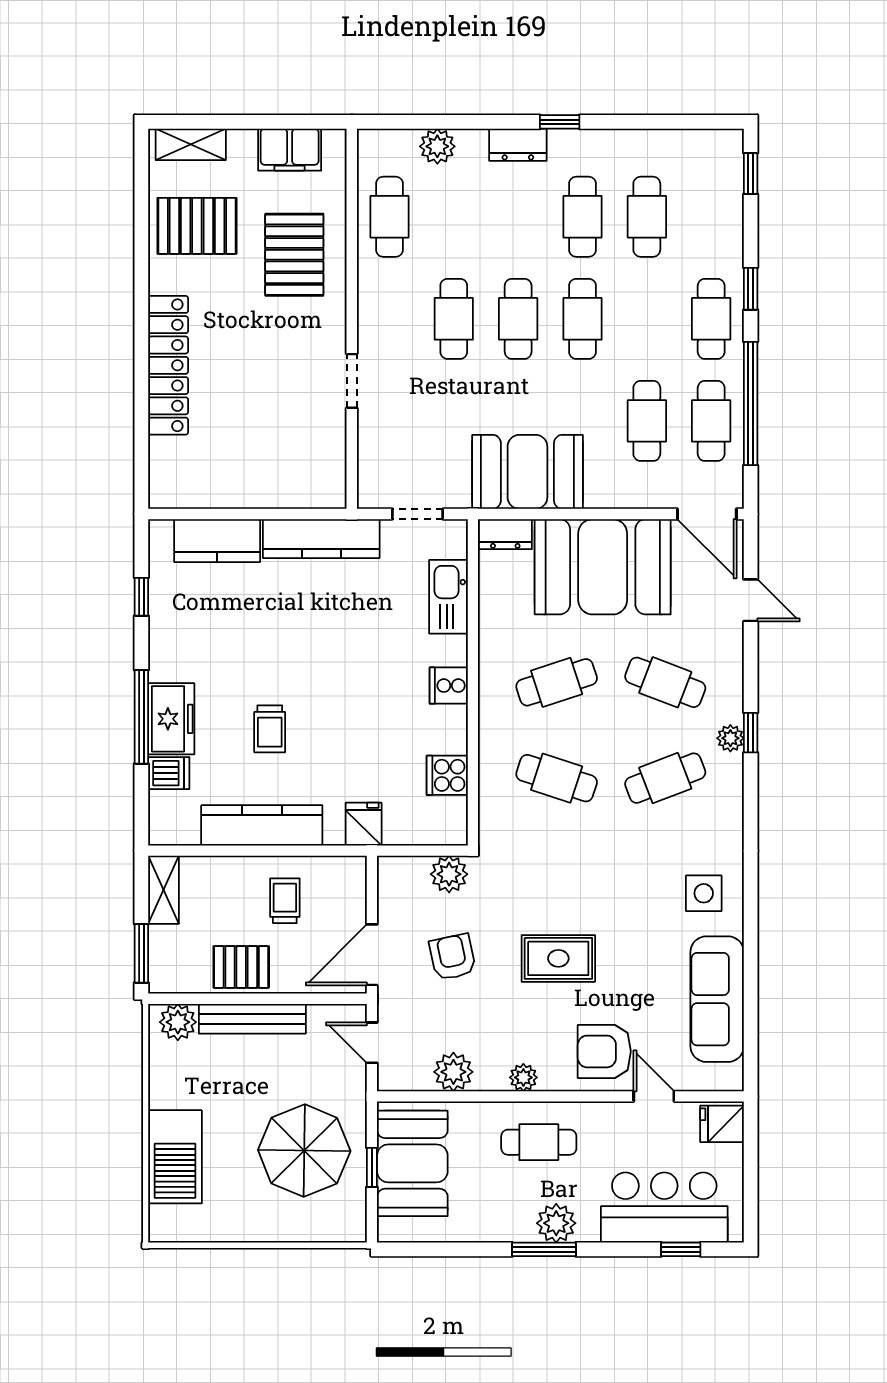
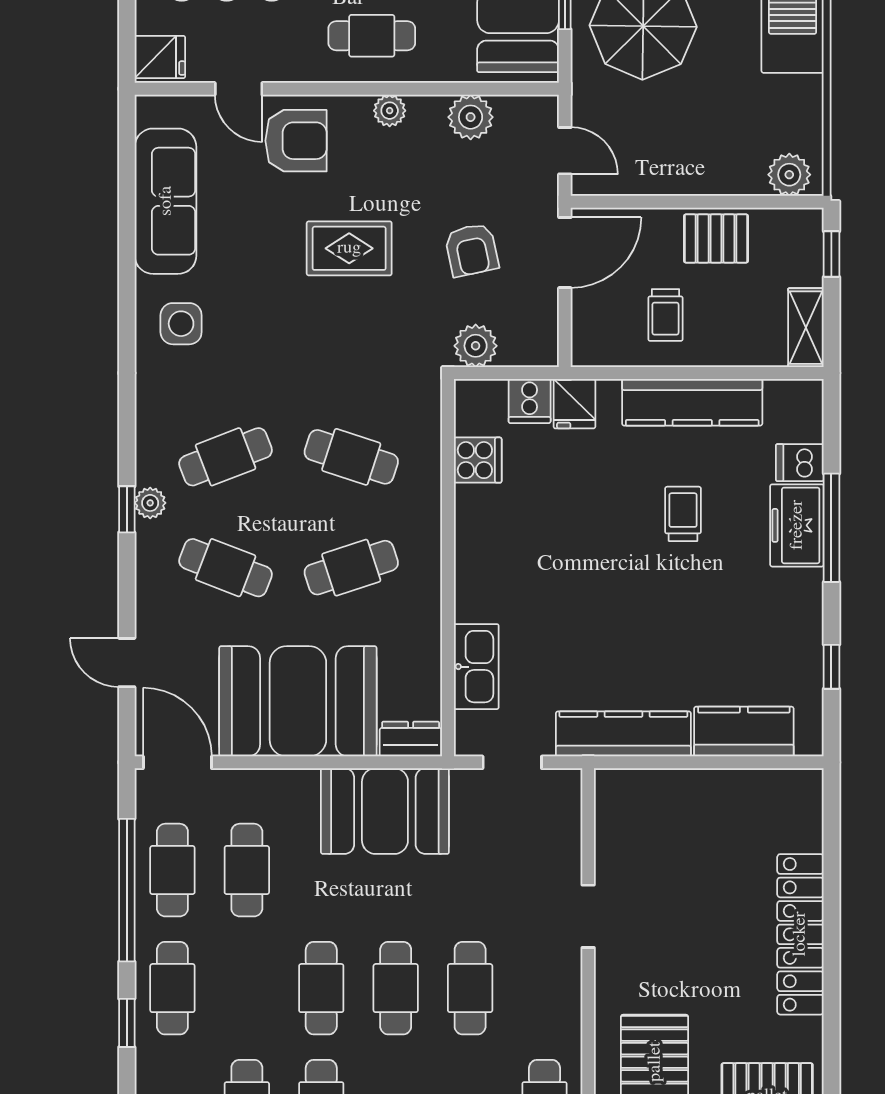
cooker: (449, 686) -> (530, 401), moved, turned 90
window: (141, 953) -> (831, 254), width x0.67
bench: (252, 1019) -> (703, 179), removed

